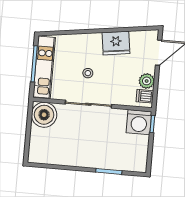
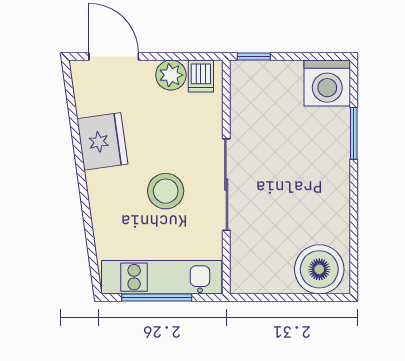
stool: (88, 73) -> (166, 191), width x1.89, depth x1.89
boiler: (44, 115) -> (319, 269), moved
washing machine: (139, 122) -> (327, 83), moved, turned 90

